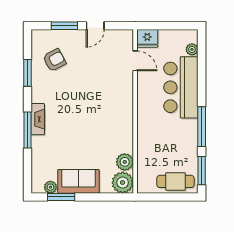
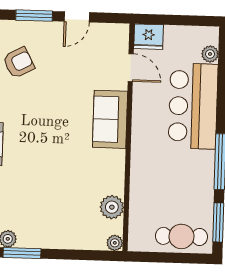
sofa: (79, 181) -> (110, 119), moved, turned -90
plant: (123, 183) -> (115, 243), width x0.53, depth x0.53

